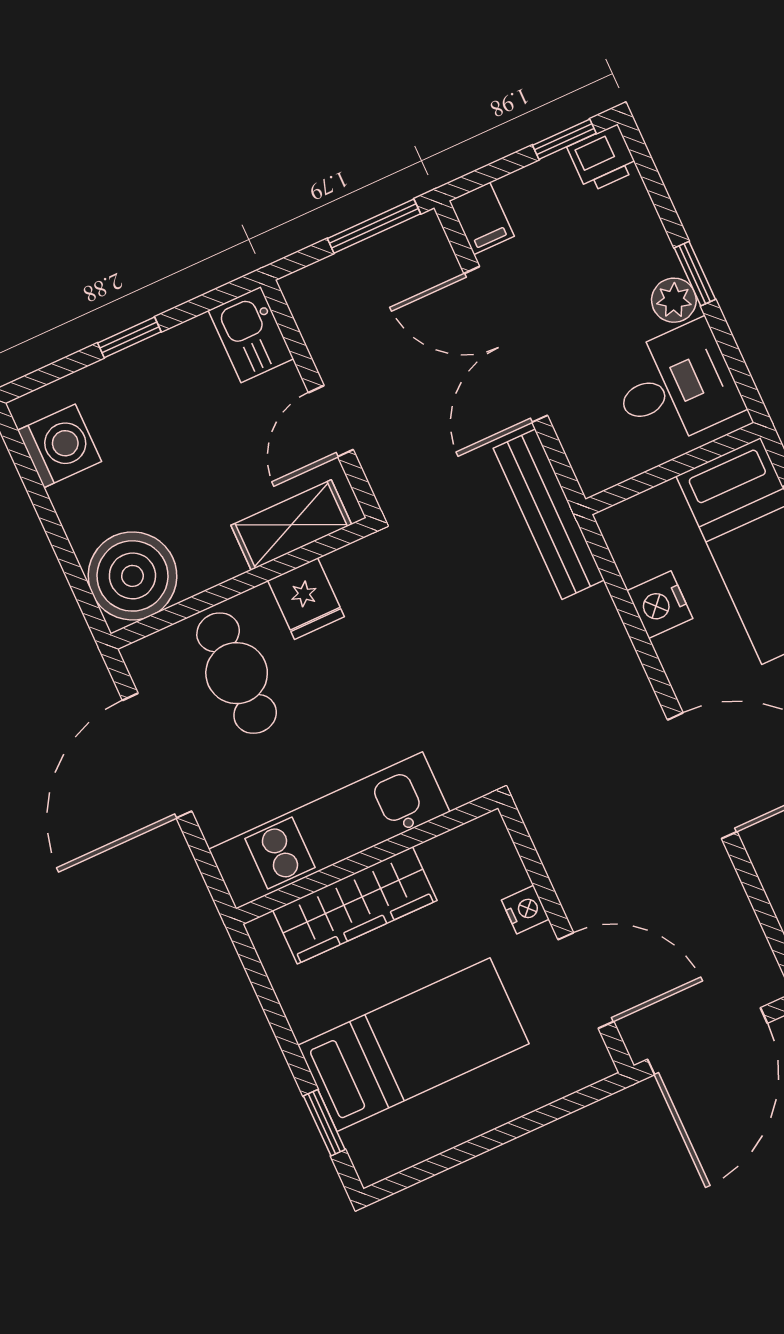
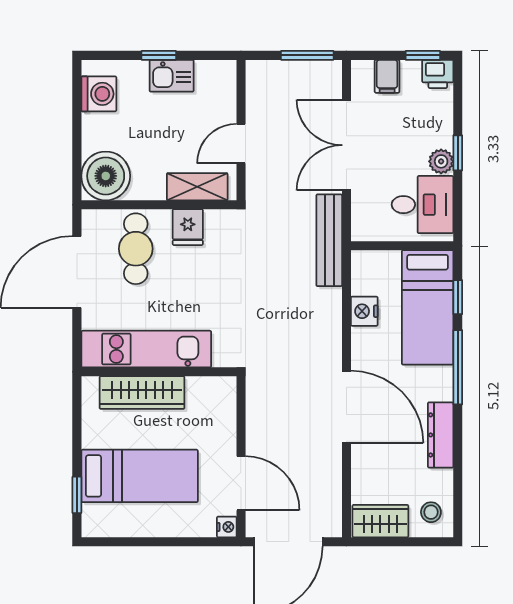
filing cabinet: (482, 218) -> (387, 76), moved
kitchen sink: (251, 335) -> (172, 76), moved, turned -90
nightstand: (525, 910) -> (227, 527), moved

